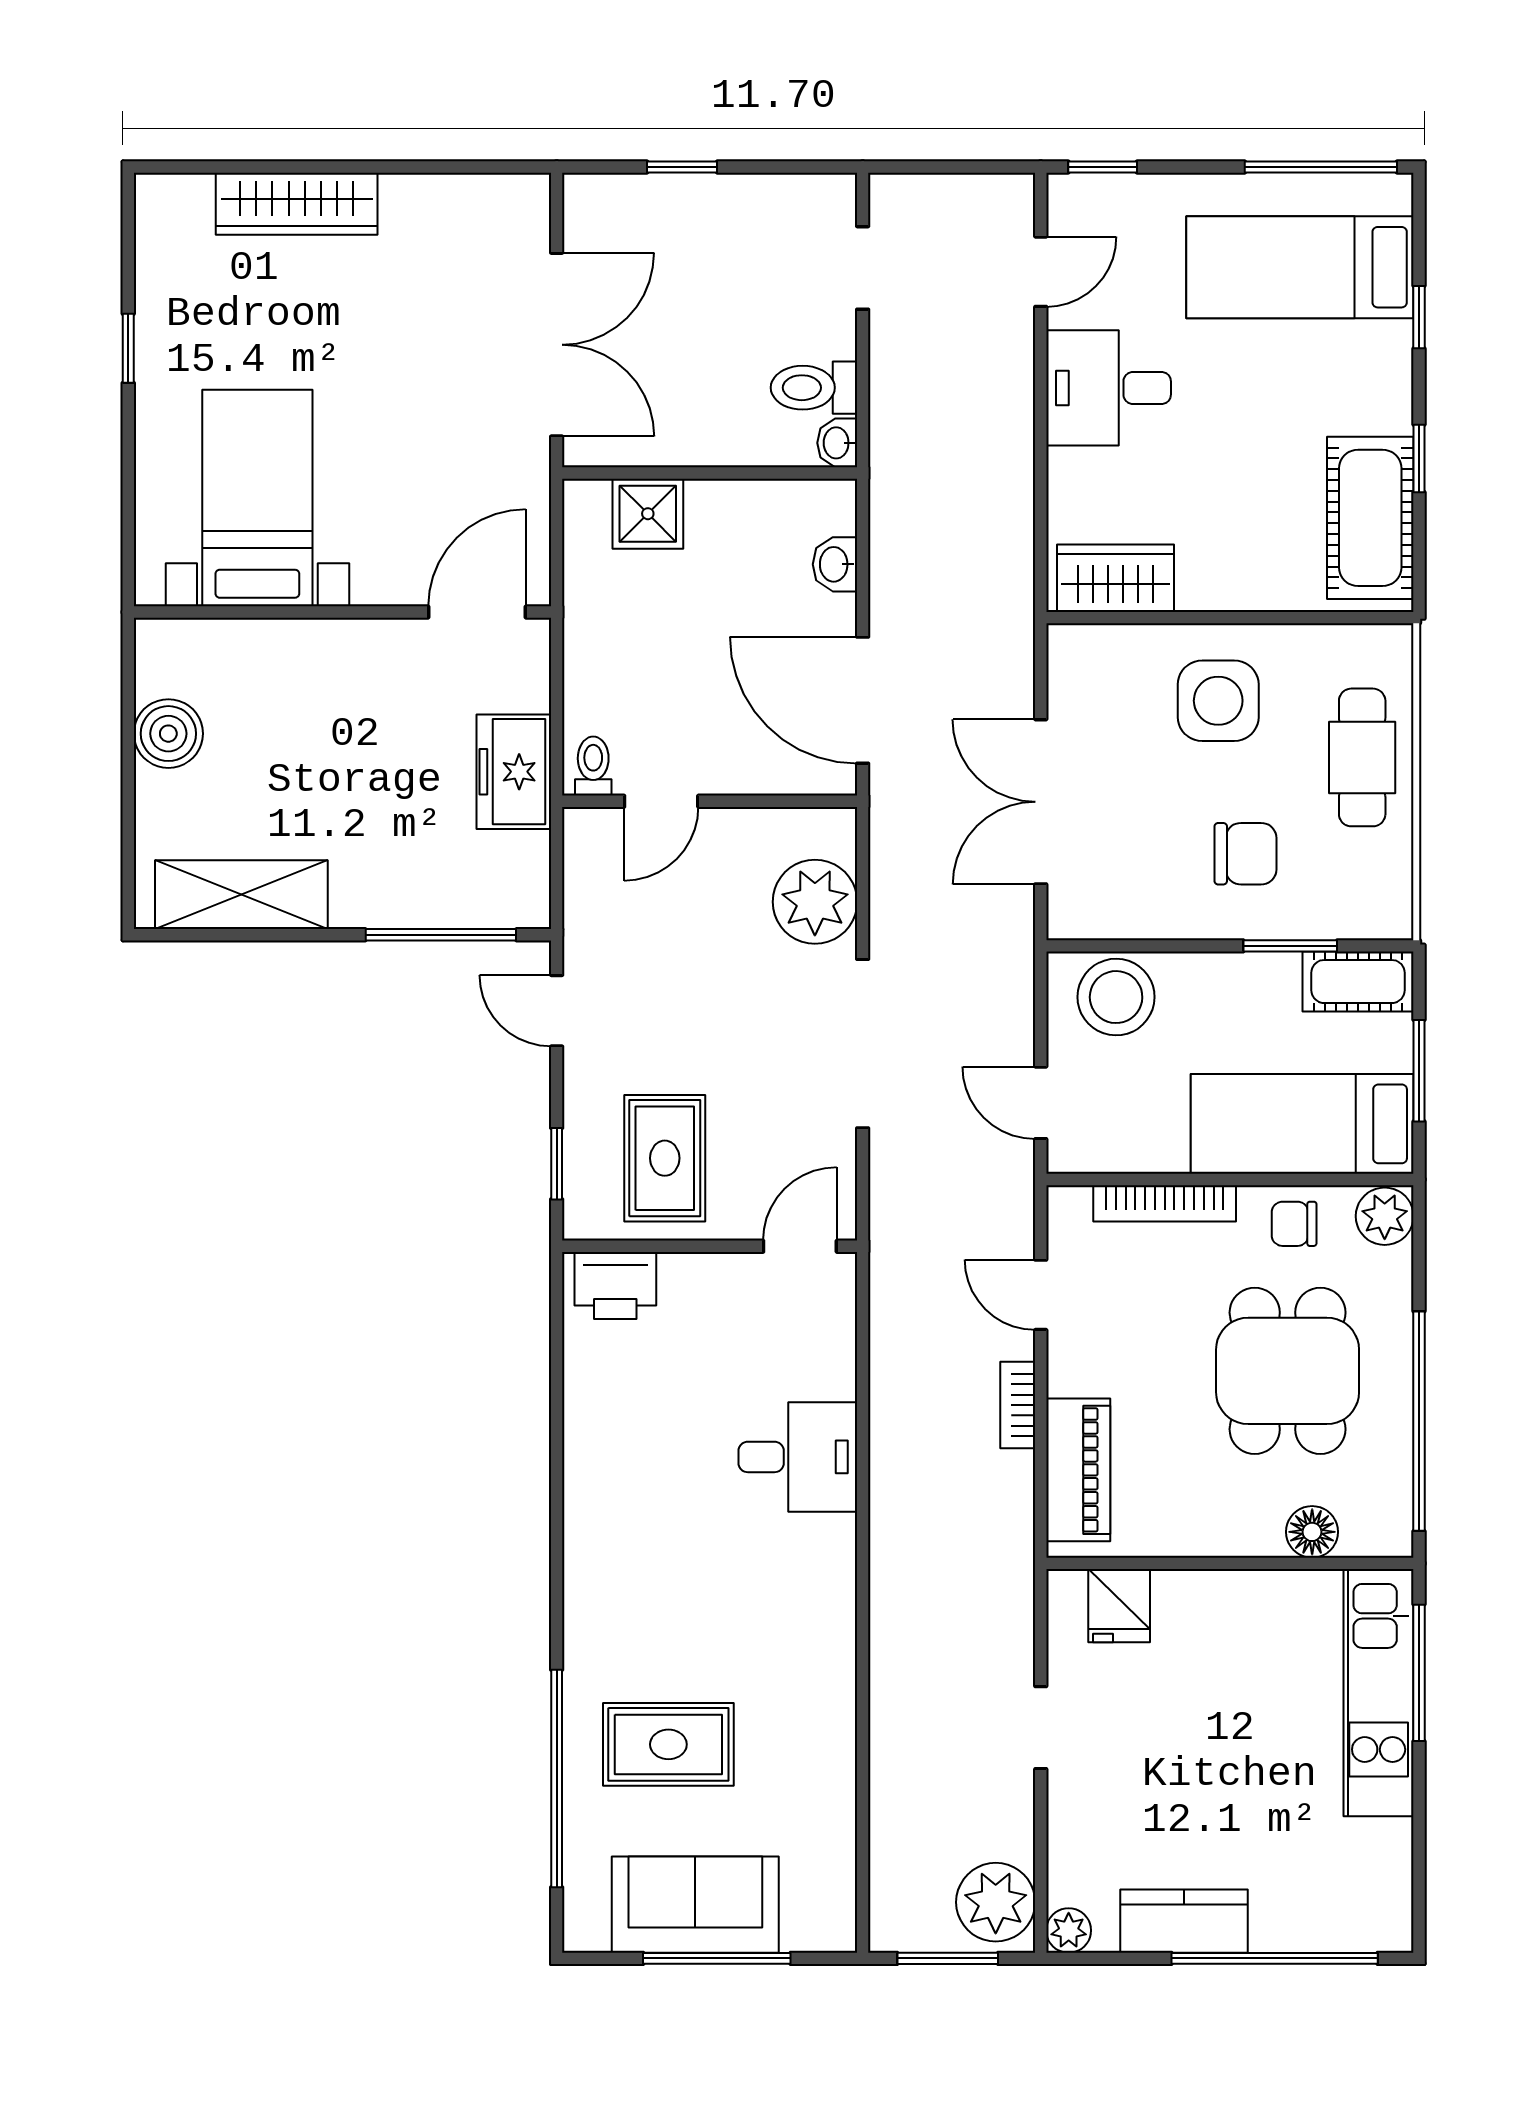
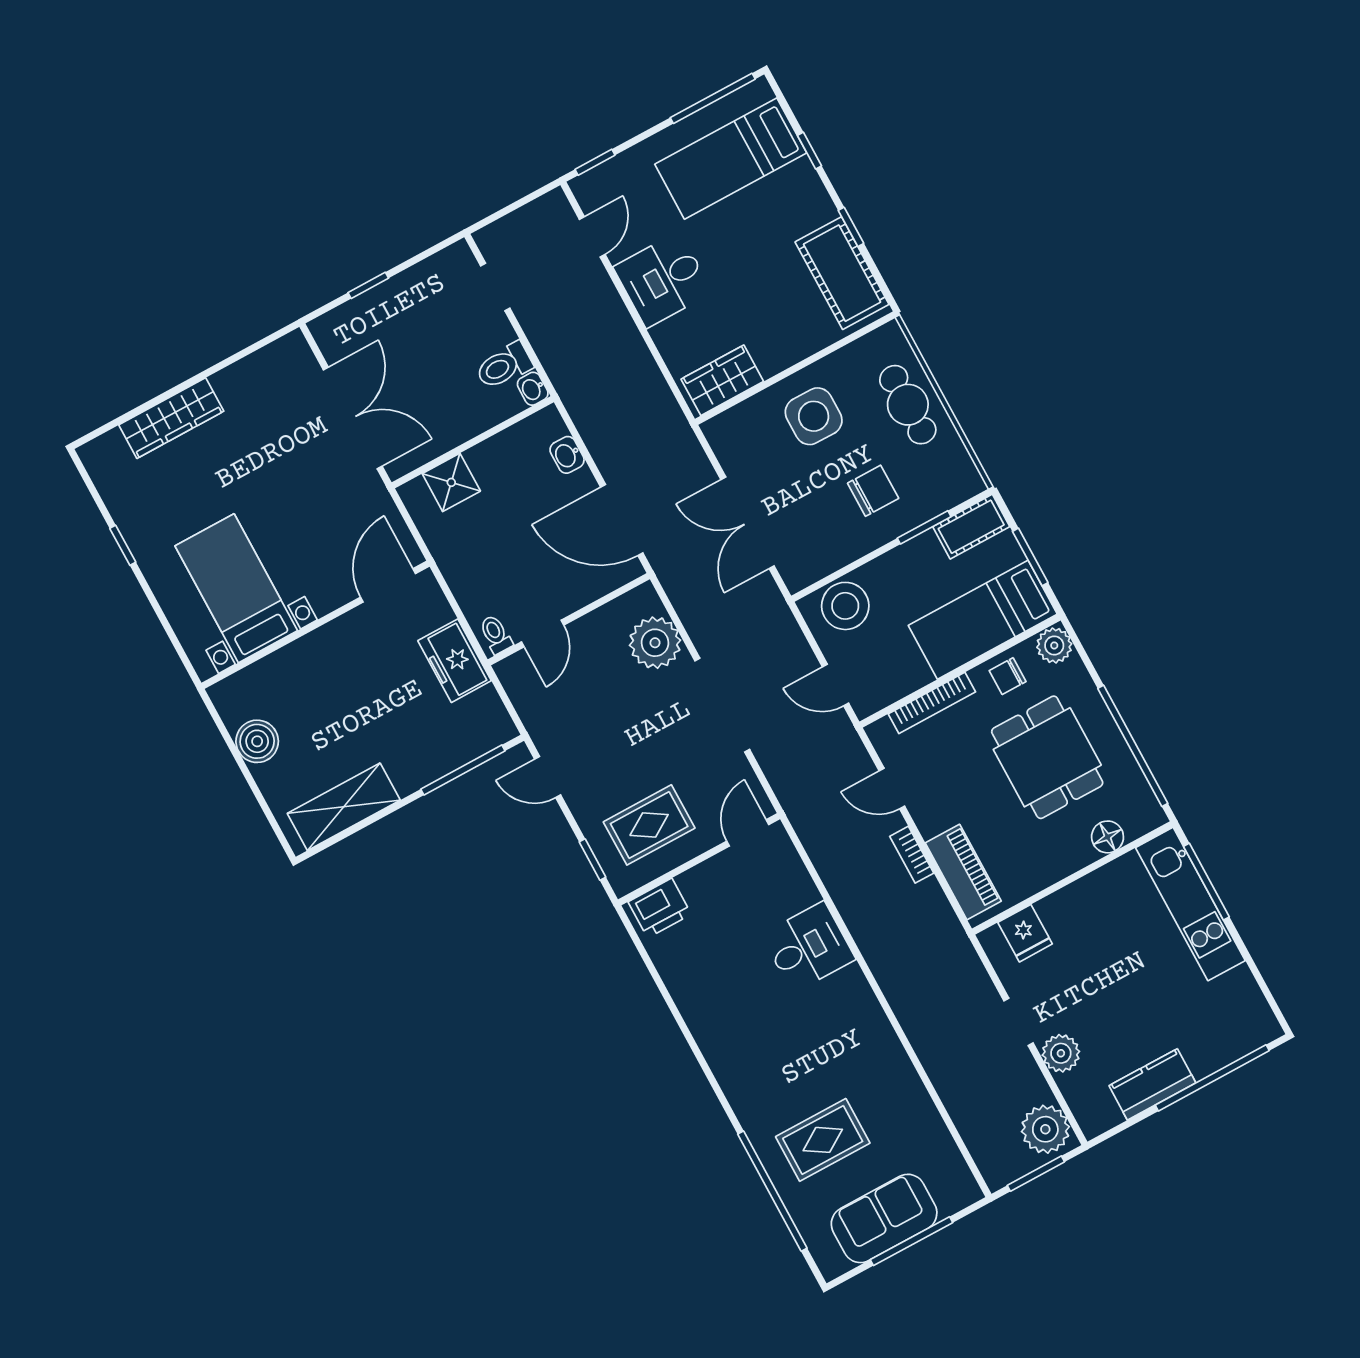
rug: (665, 1158) -> (649, 825), turned 90
plant: (1069, 1930) -> (1061, 1053), moved, width x1.38, depth x1.38

